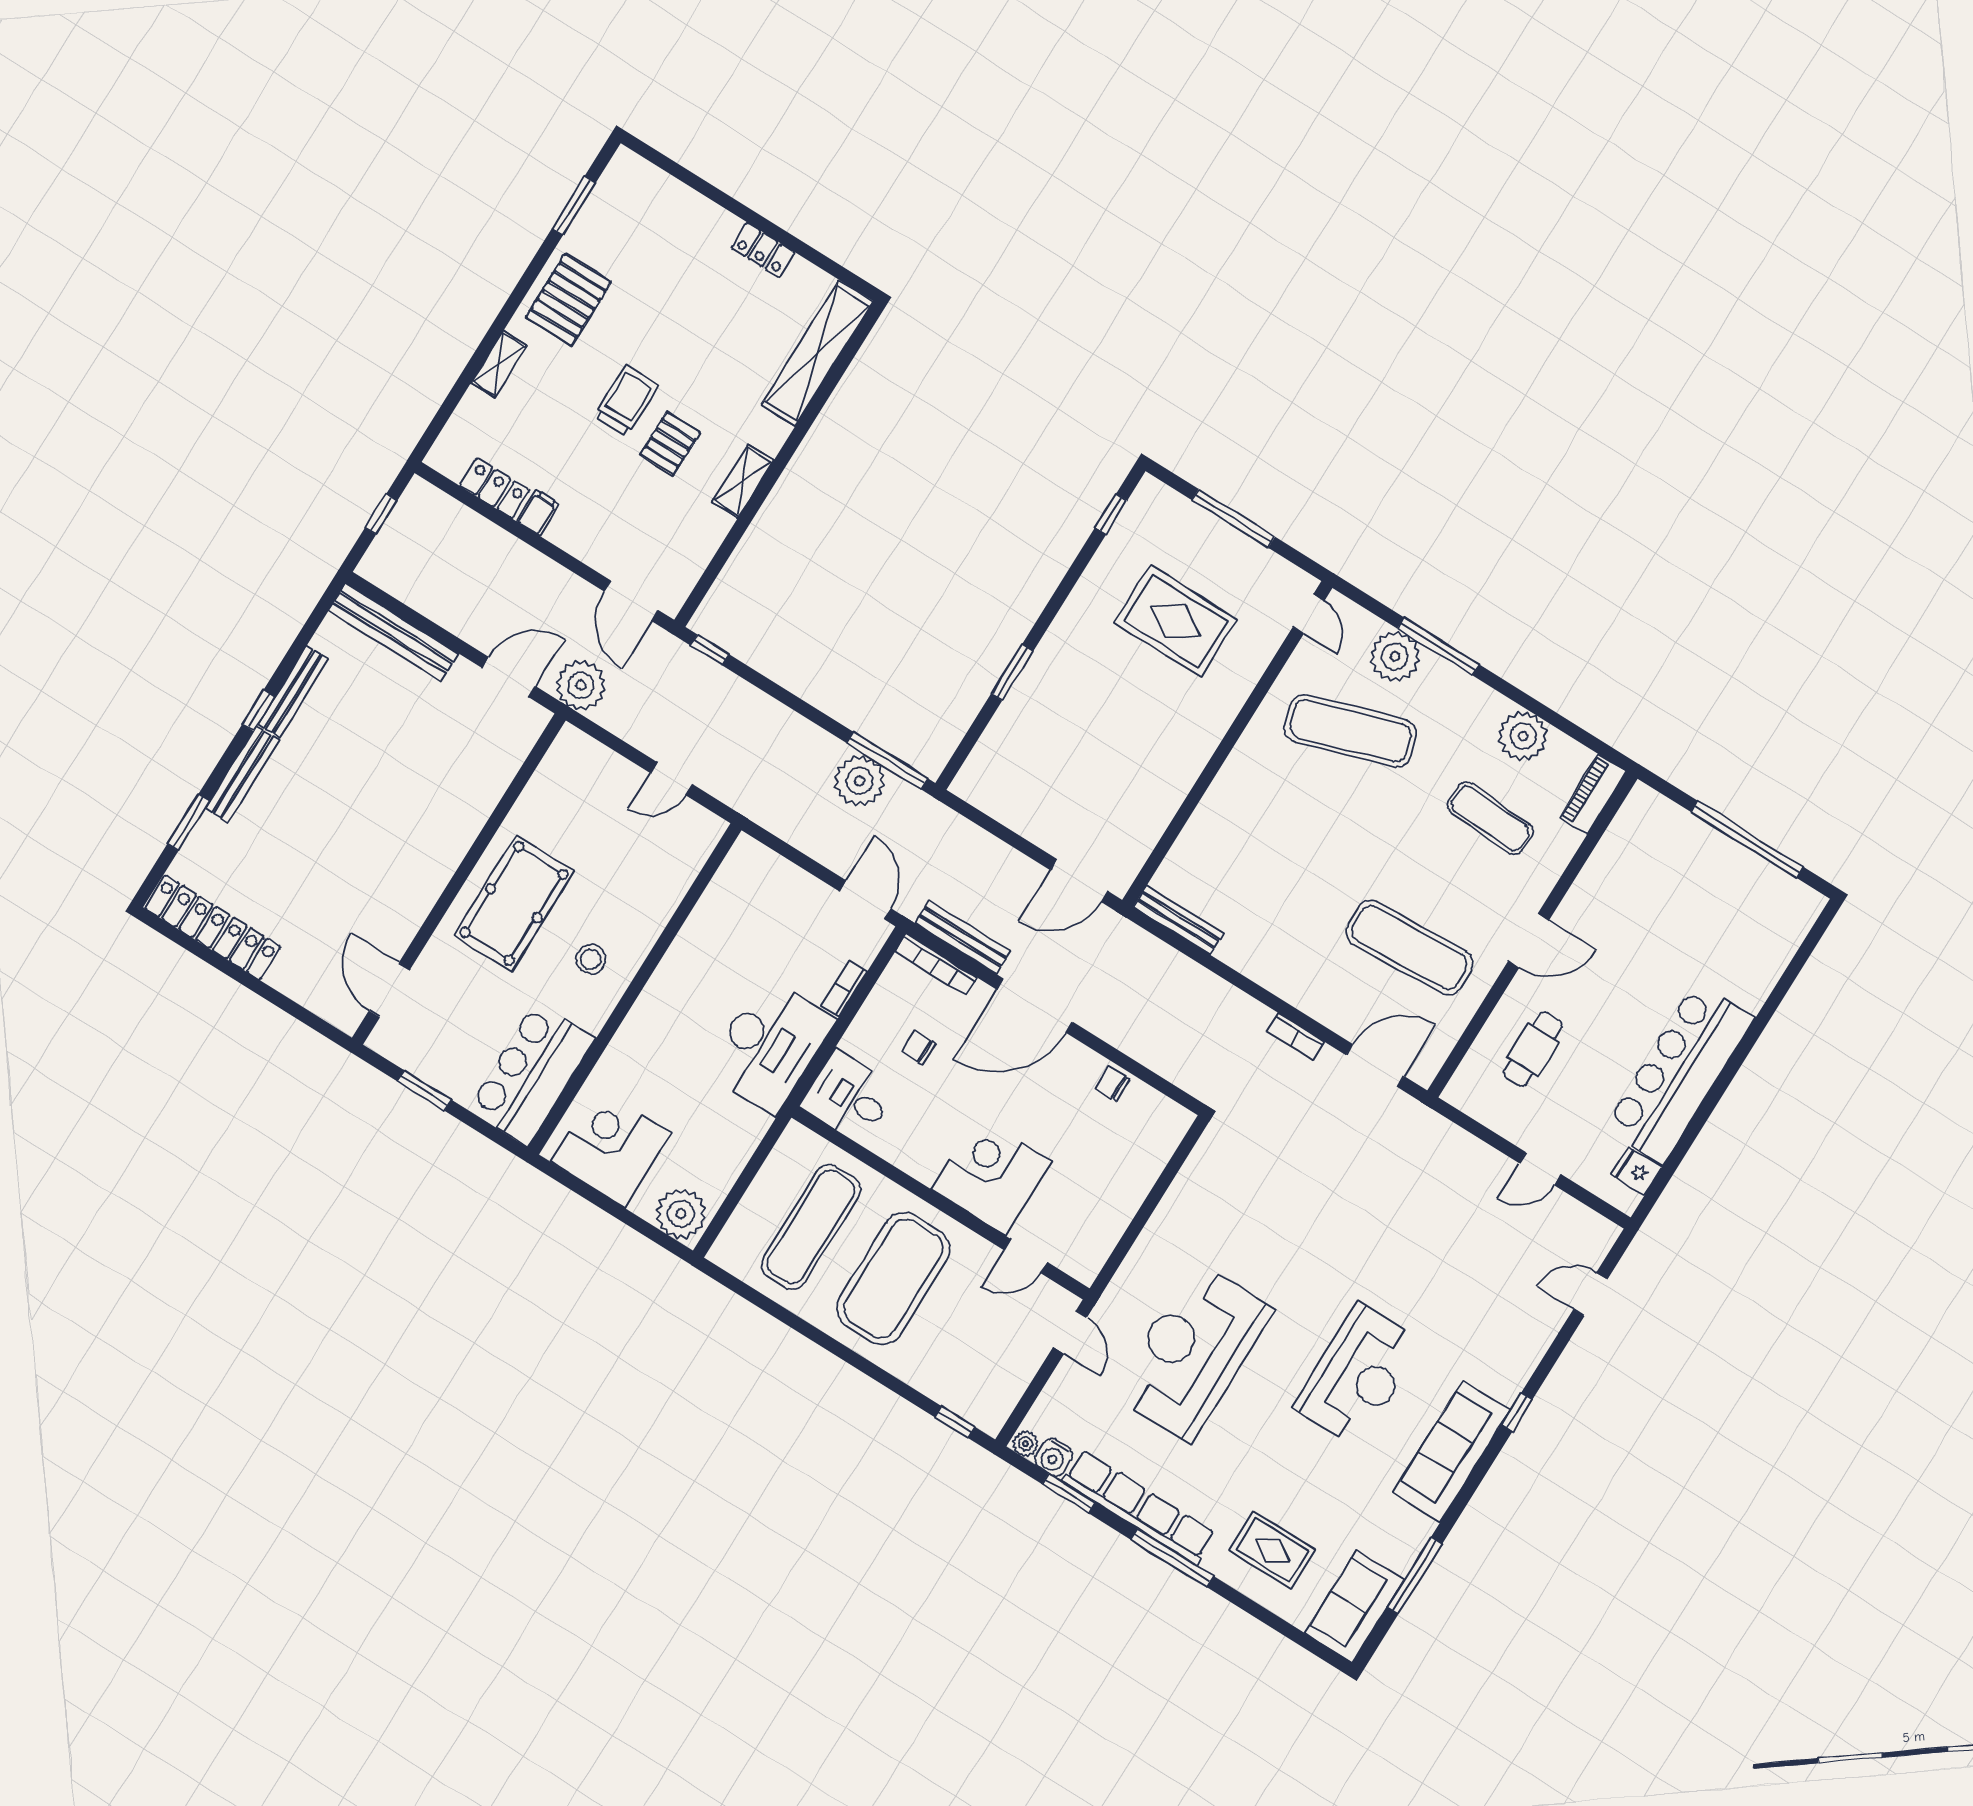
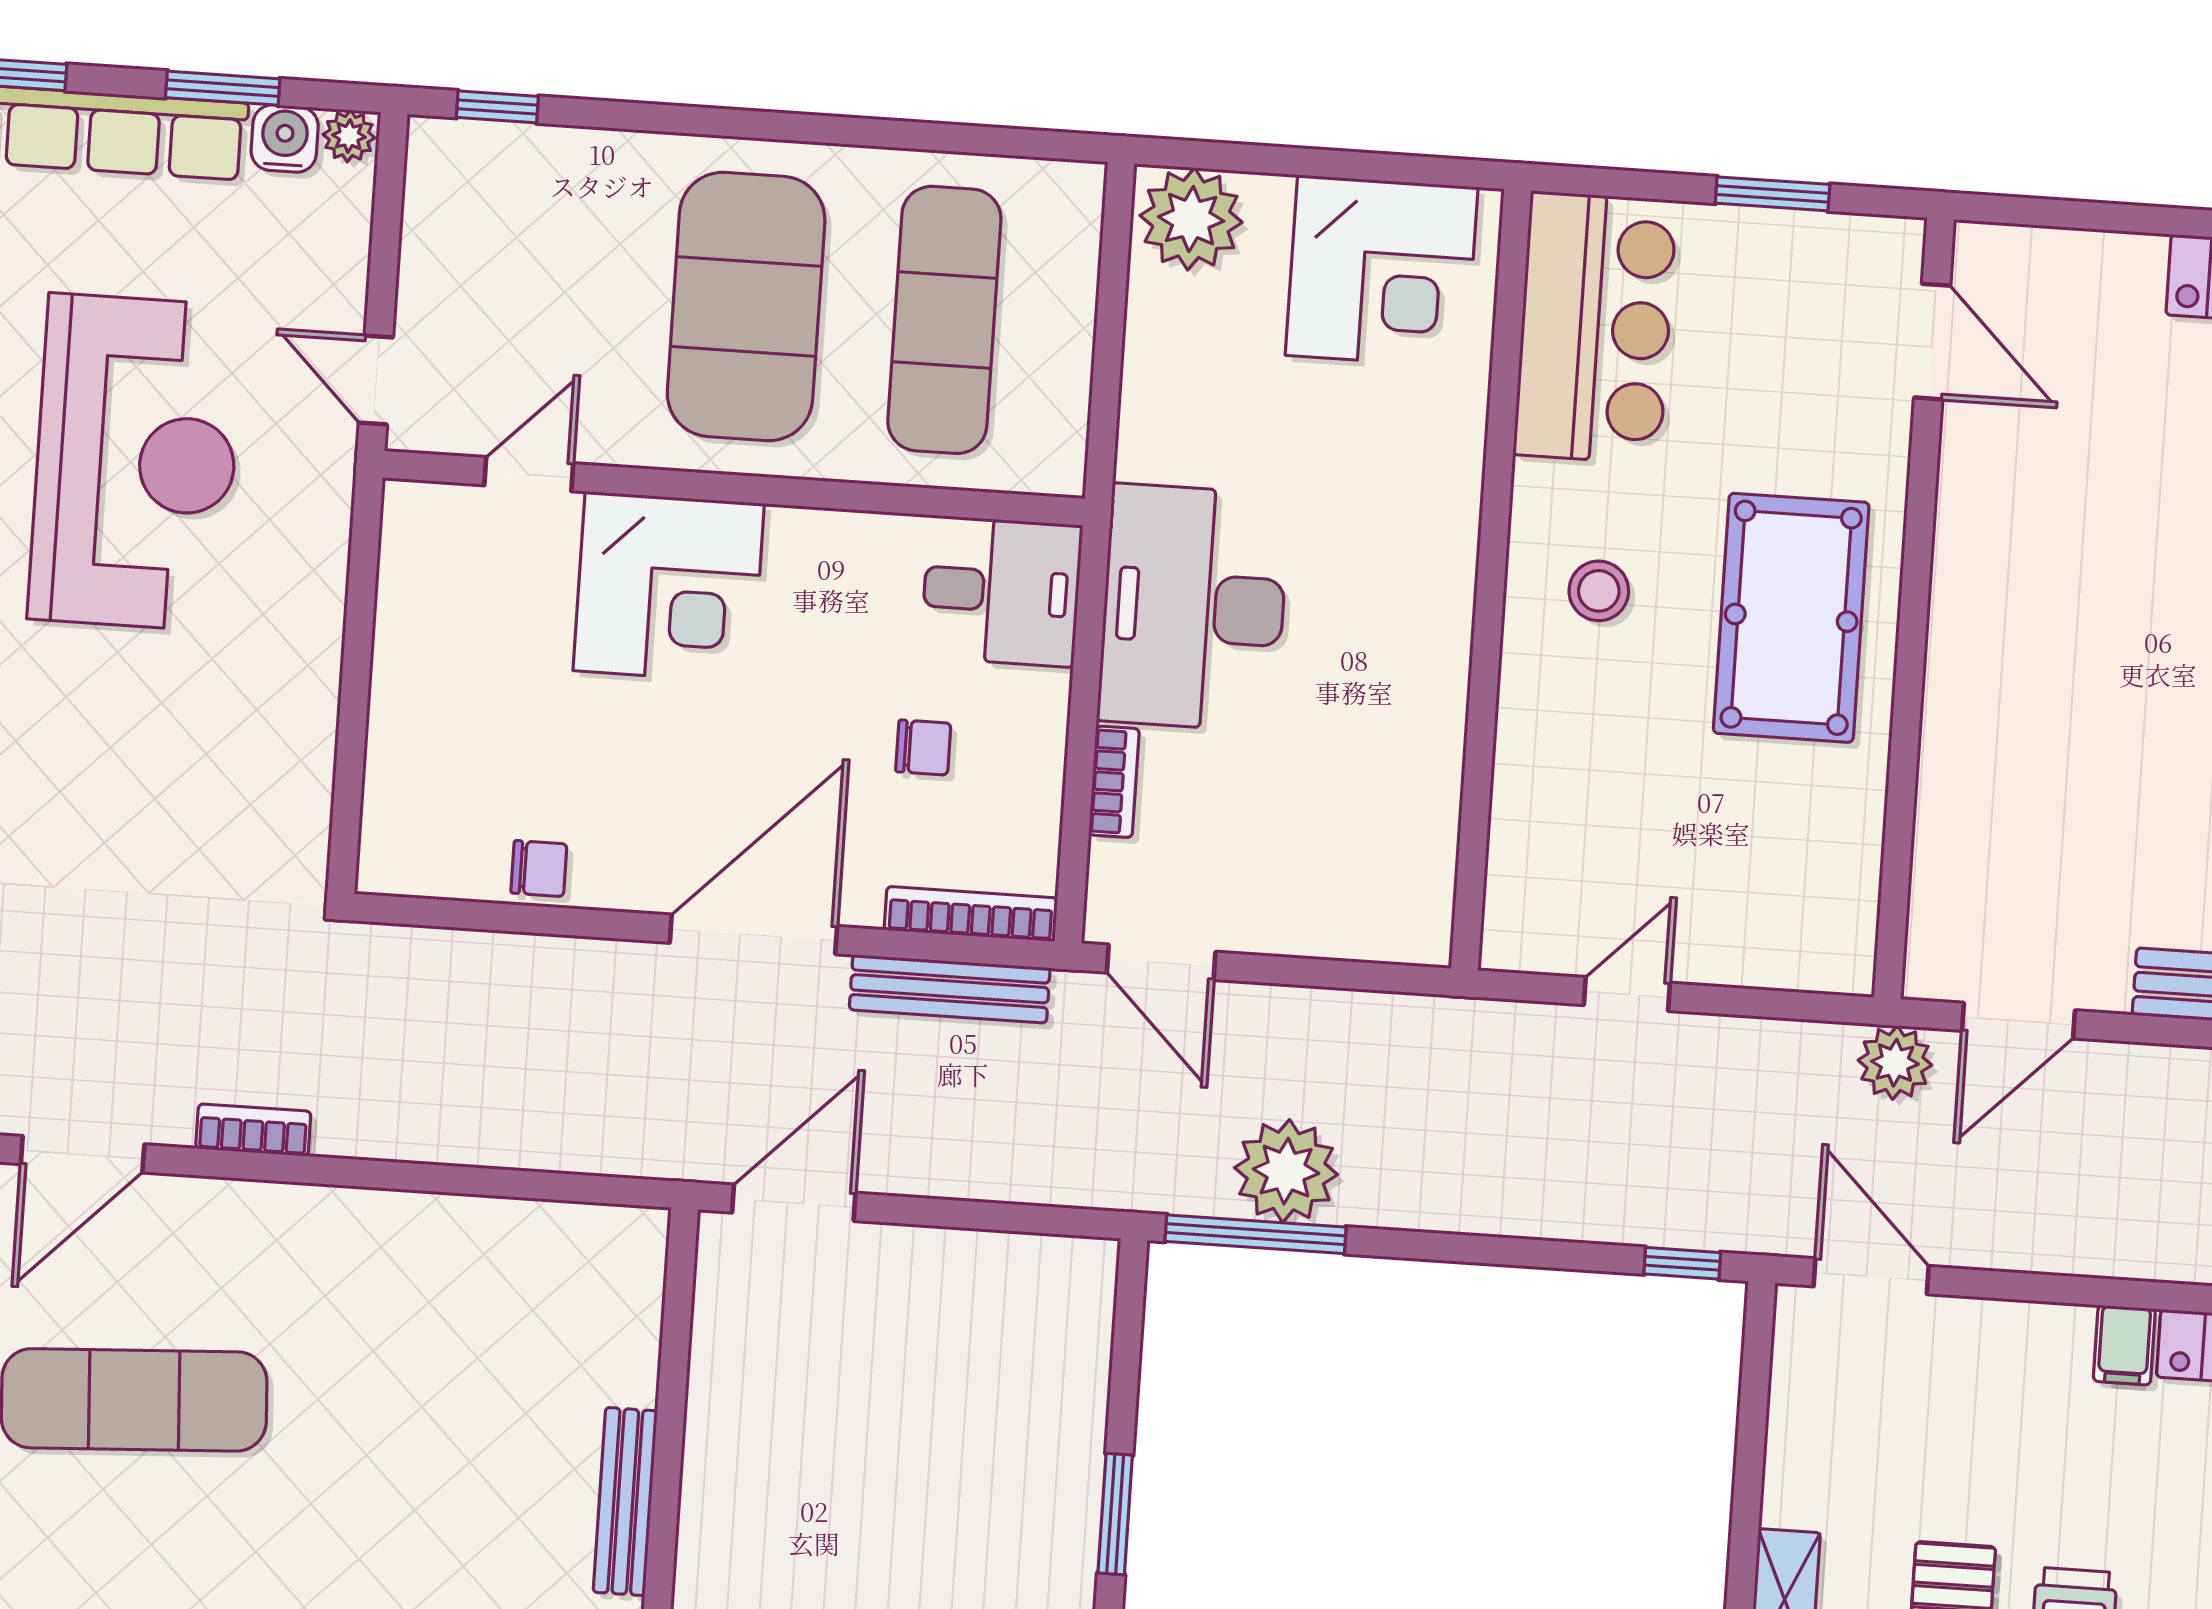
plant: (581, 685) -> (1895, 1063), width x0.73, depth x0.73
bench: (1178, 920) -> (625, 1502), moved, turned 90

